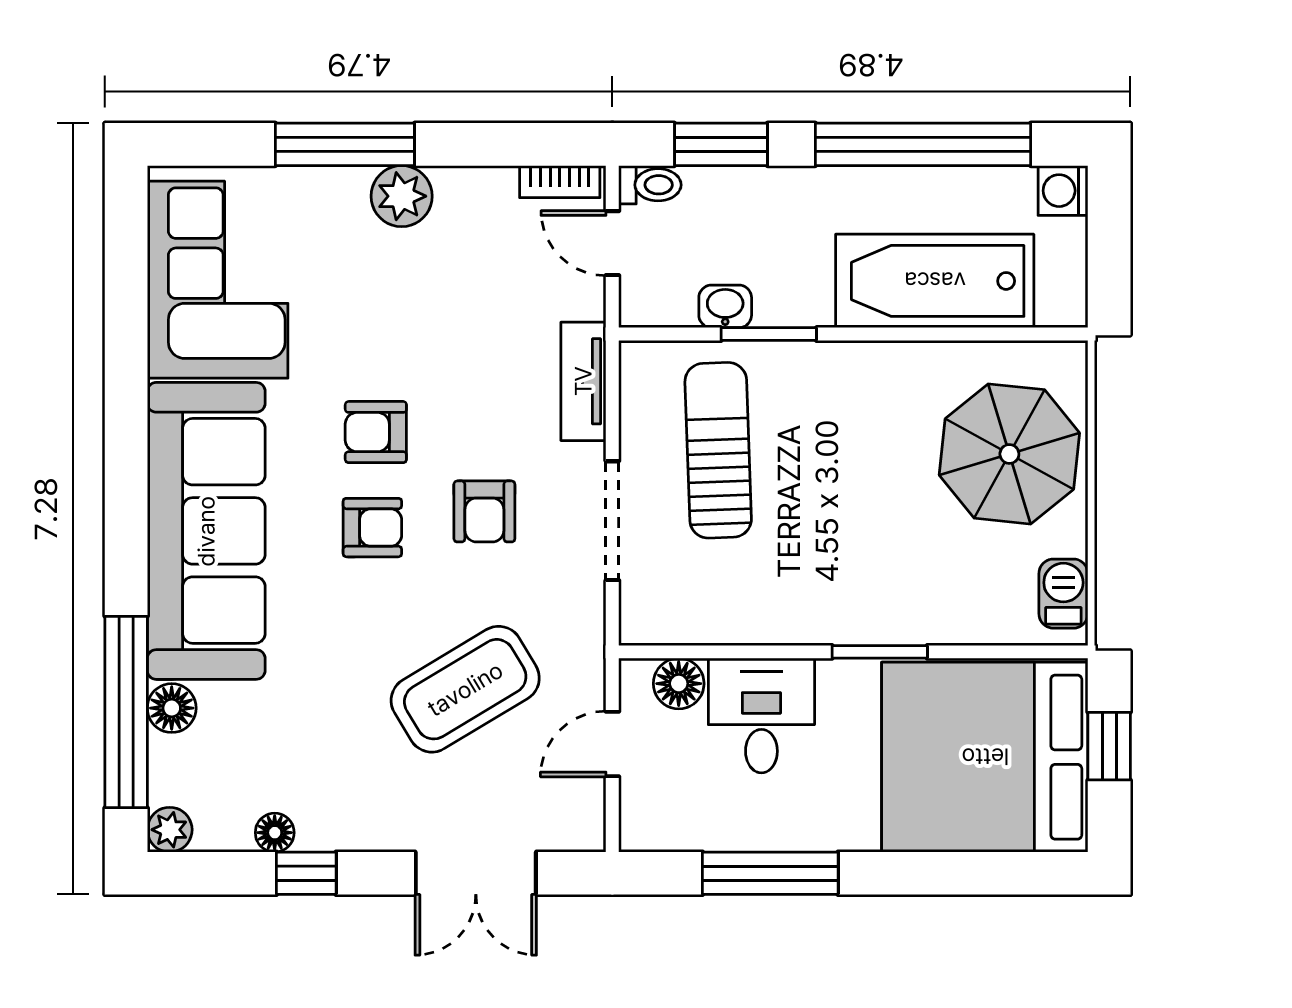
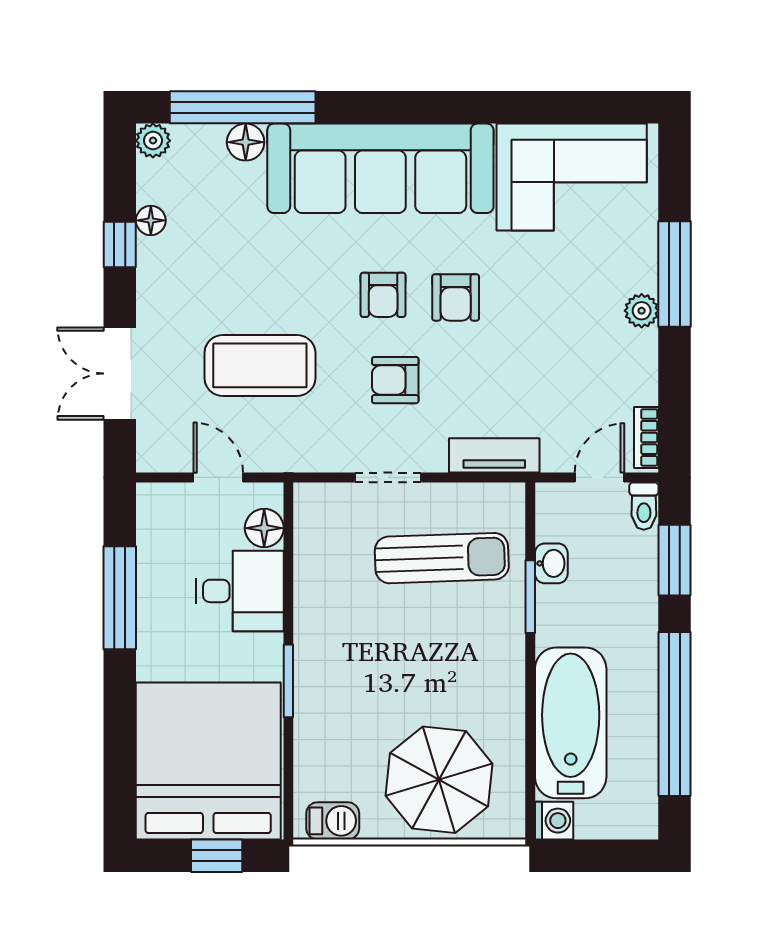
washing machine: (1063, 191) -> (554, 821), moved, turned 90
plant: (402, 196) -> (642, 311), width x0.73, depth x0.73
armchair: (376, 432) -> (456, 297), turned 180
doorway: (612, 521) -> (388, 477), width x0.73
coffee table: (465, 689) -> (260, 365), turned -59

